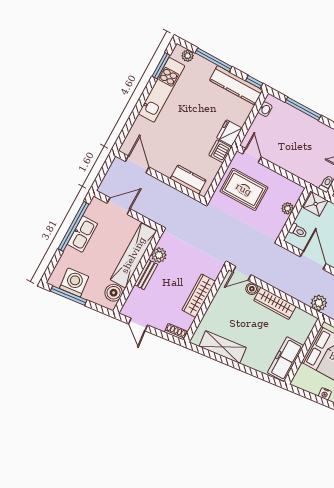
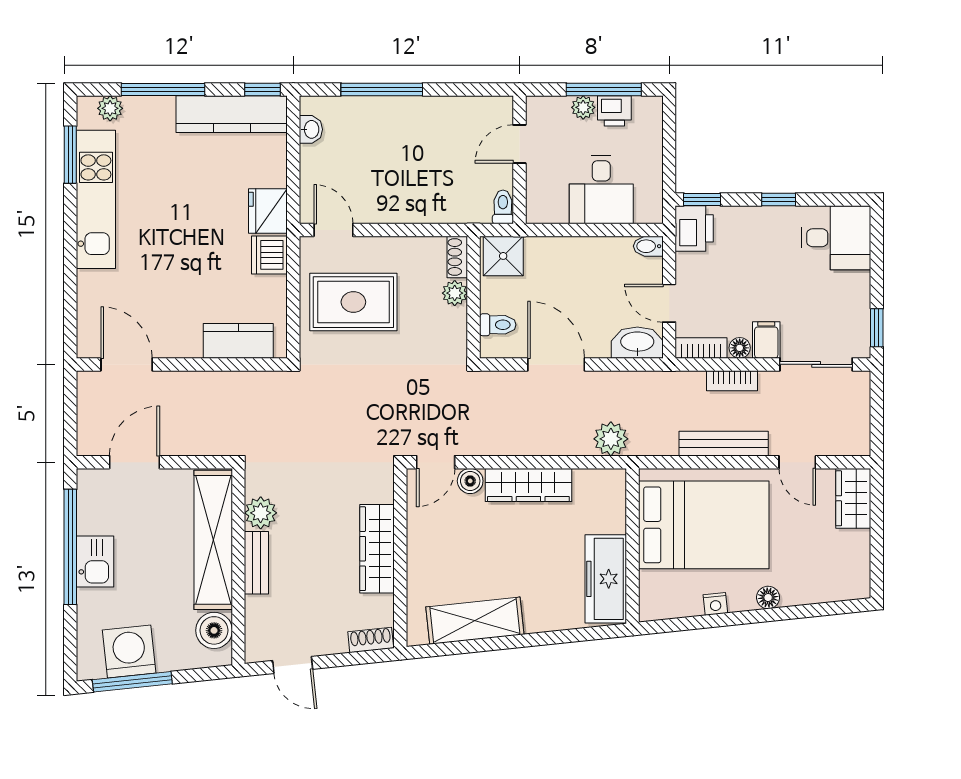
shoe rack: (297, 194) -> (457, 257), added
kitchen sink: (82, 234) -> (95, 562), width x0.73

